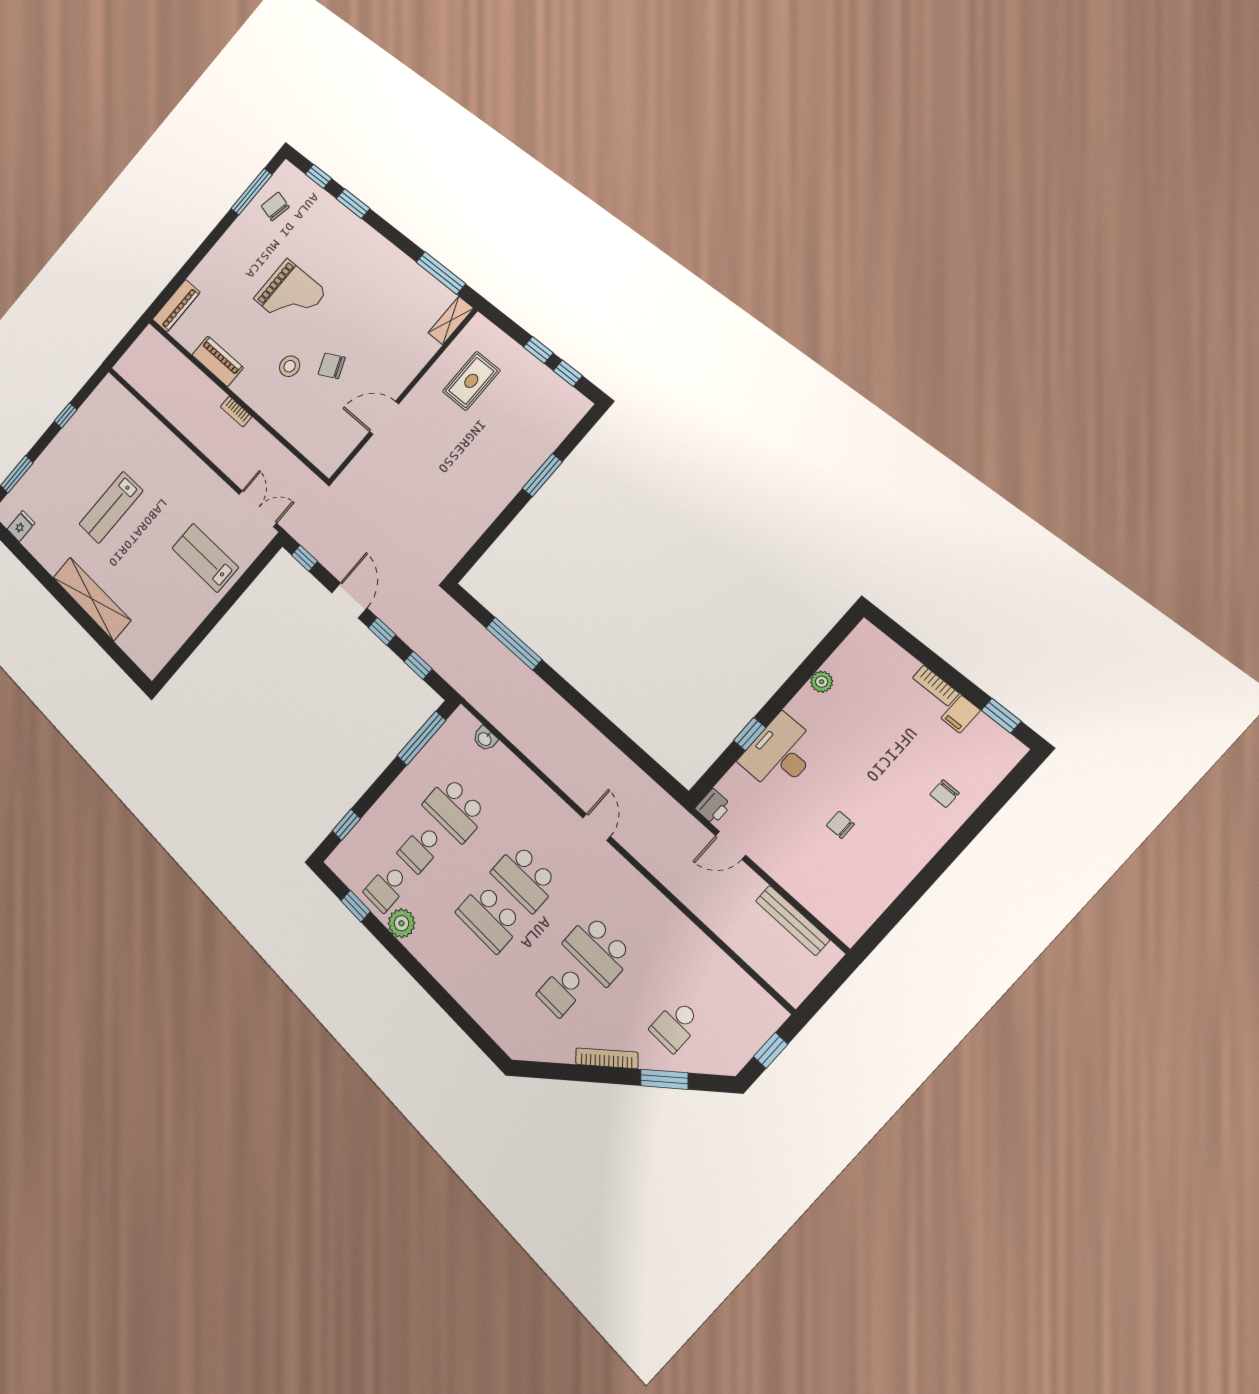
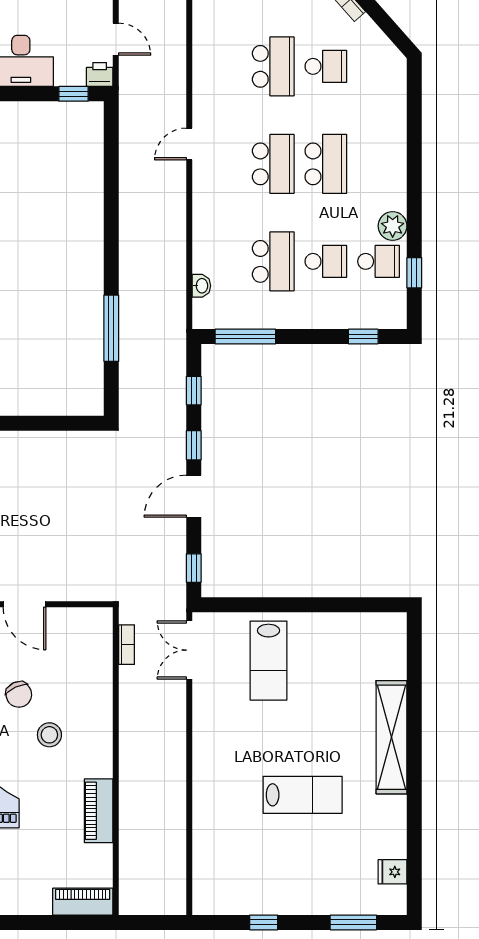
bookcase: (236, 412) -> (127, 645), moved
window: (750, 734) -> (73, 94), moved

